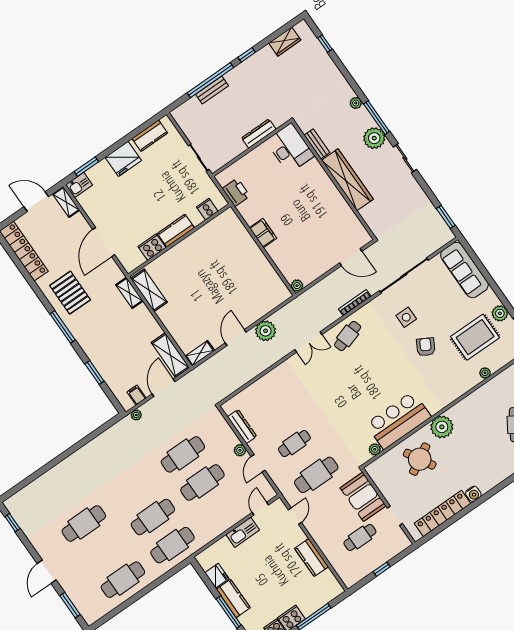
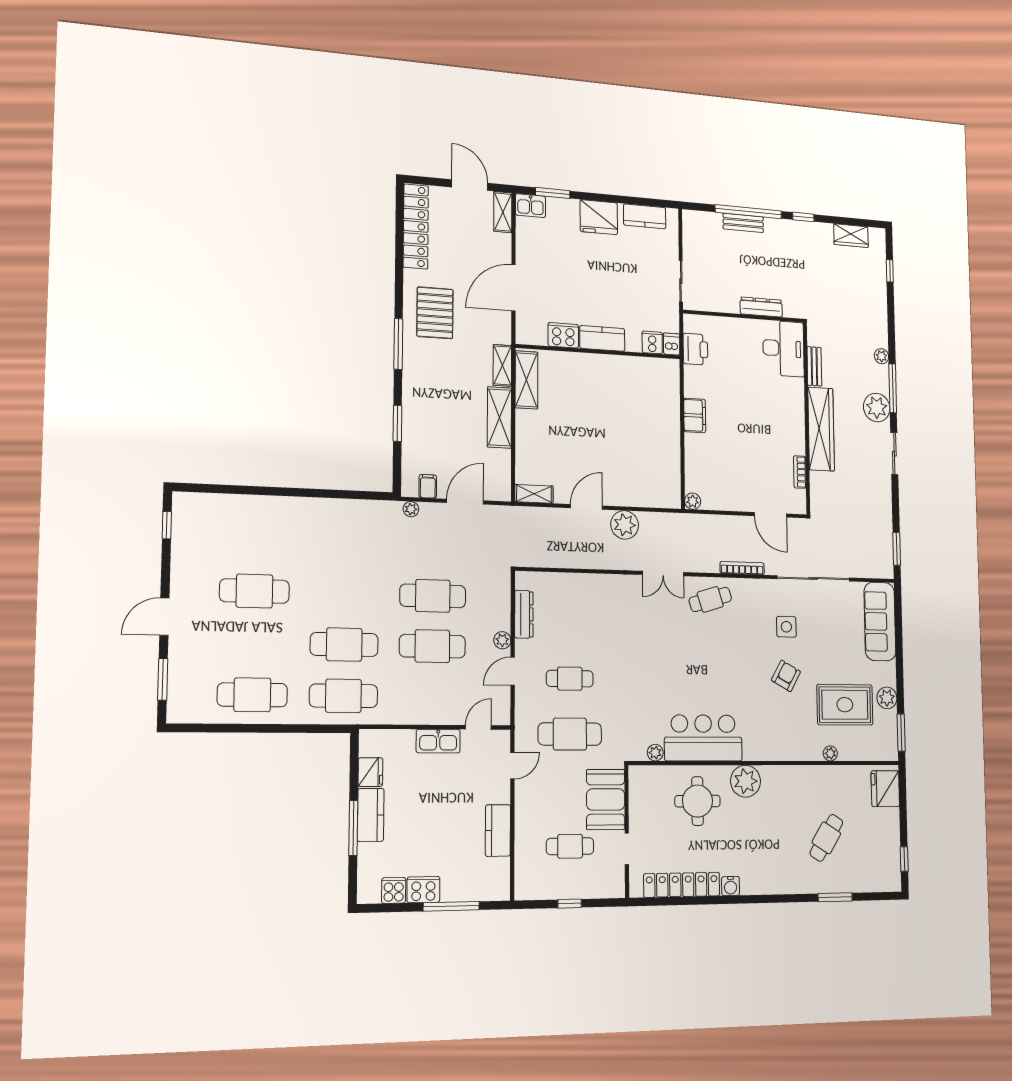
dishwasher: (220, 201) -> (672, 344), added
bookcase: (352, 217) -> (800, 472), added
shelving: (170, 355) -> (499, 417), moved
round table: (420, 459) -> (697, 801), turned 30

